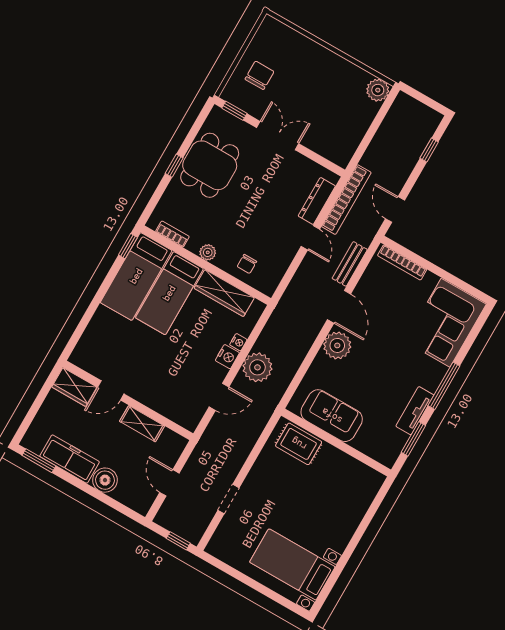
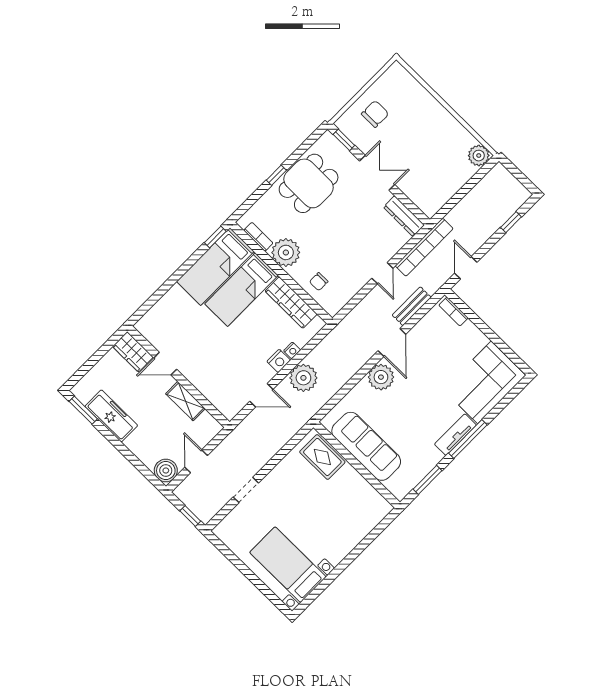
dresser: (317, 201) -> (404, 216), moved, turned -90
plant: (208, 252) -> (286, 252), width x1.88, depth x1.88
bookcase: (402, 262) -> (454, 312), width x0.64
tv unit: (415, 411) -> (455, 435), moved
sofa: (332, 416) -> (366, 446), width x1.36
boiler: (105, 480) -> (166, 471), moved

